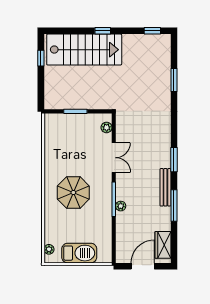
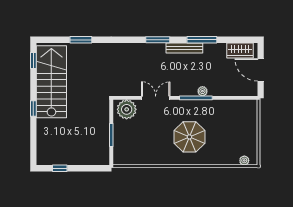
stairs: (84, 50) -> (51, 82), moved
plant: (107, 127) -> (127, 109), width x1.88, depth x1.88
barbecue: (79, 253) -> (248, 131), removed

